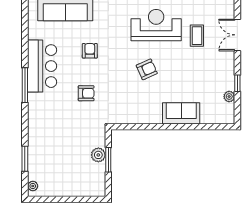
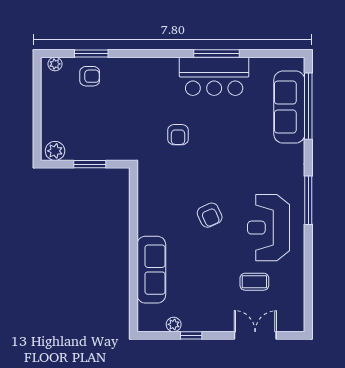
reception desk: (156, 25) -> (268, 228), turned 180
armchair: (90, 51) -> (90, 76), moved
window: (25, 85) -> (217, 54), moved
sofa: (181, 113) -> (151, 270), width x1.36
plant: (98, 155) -> (55, 151), moved

